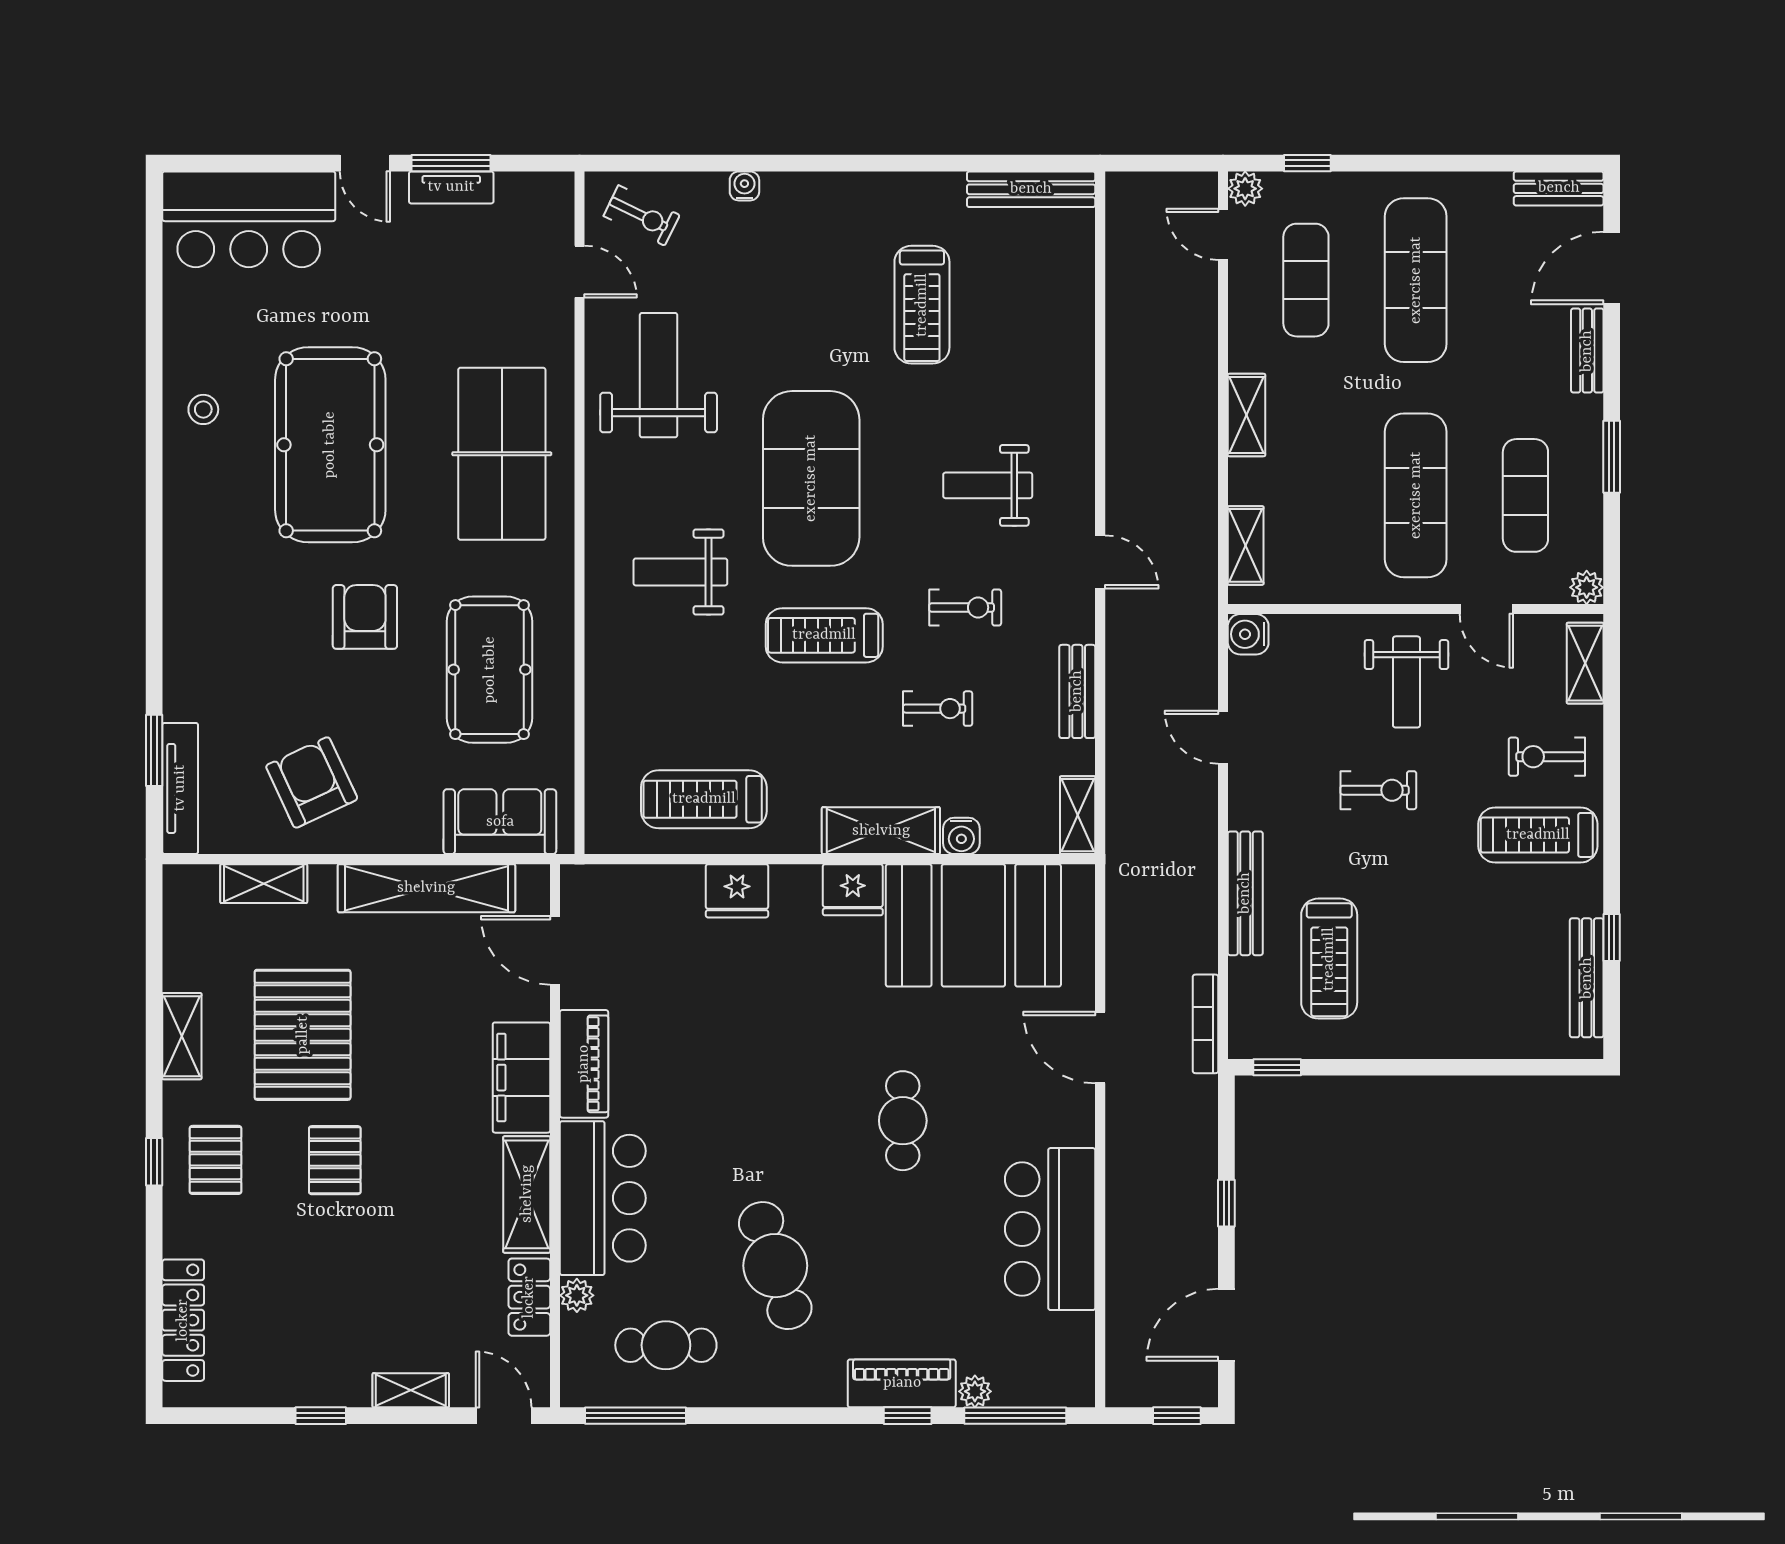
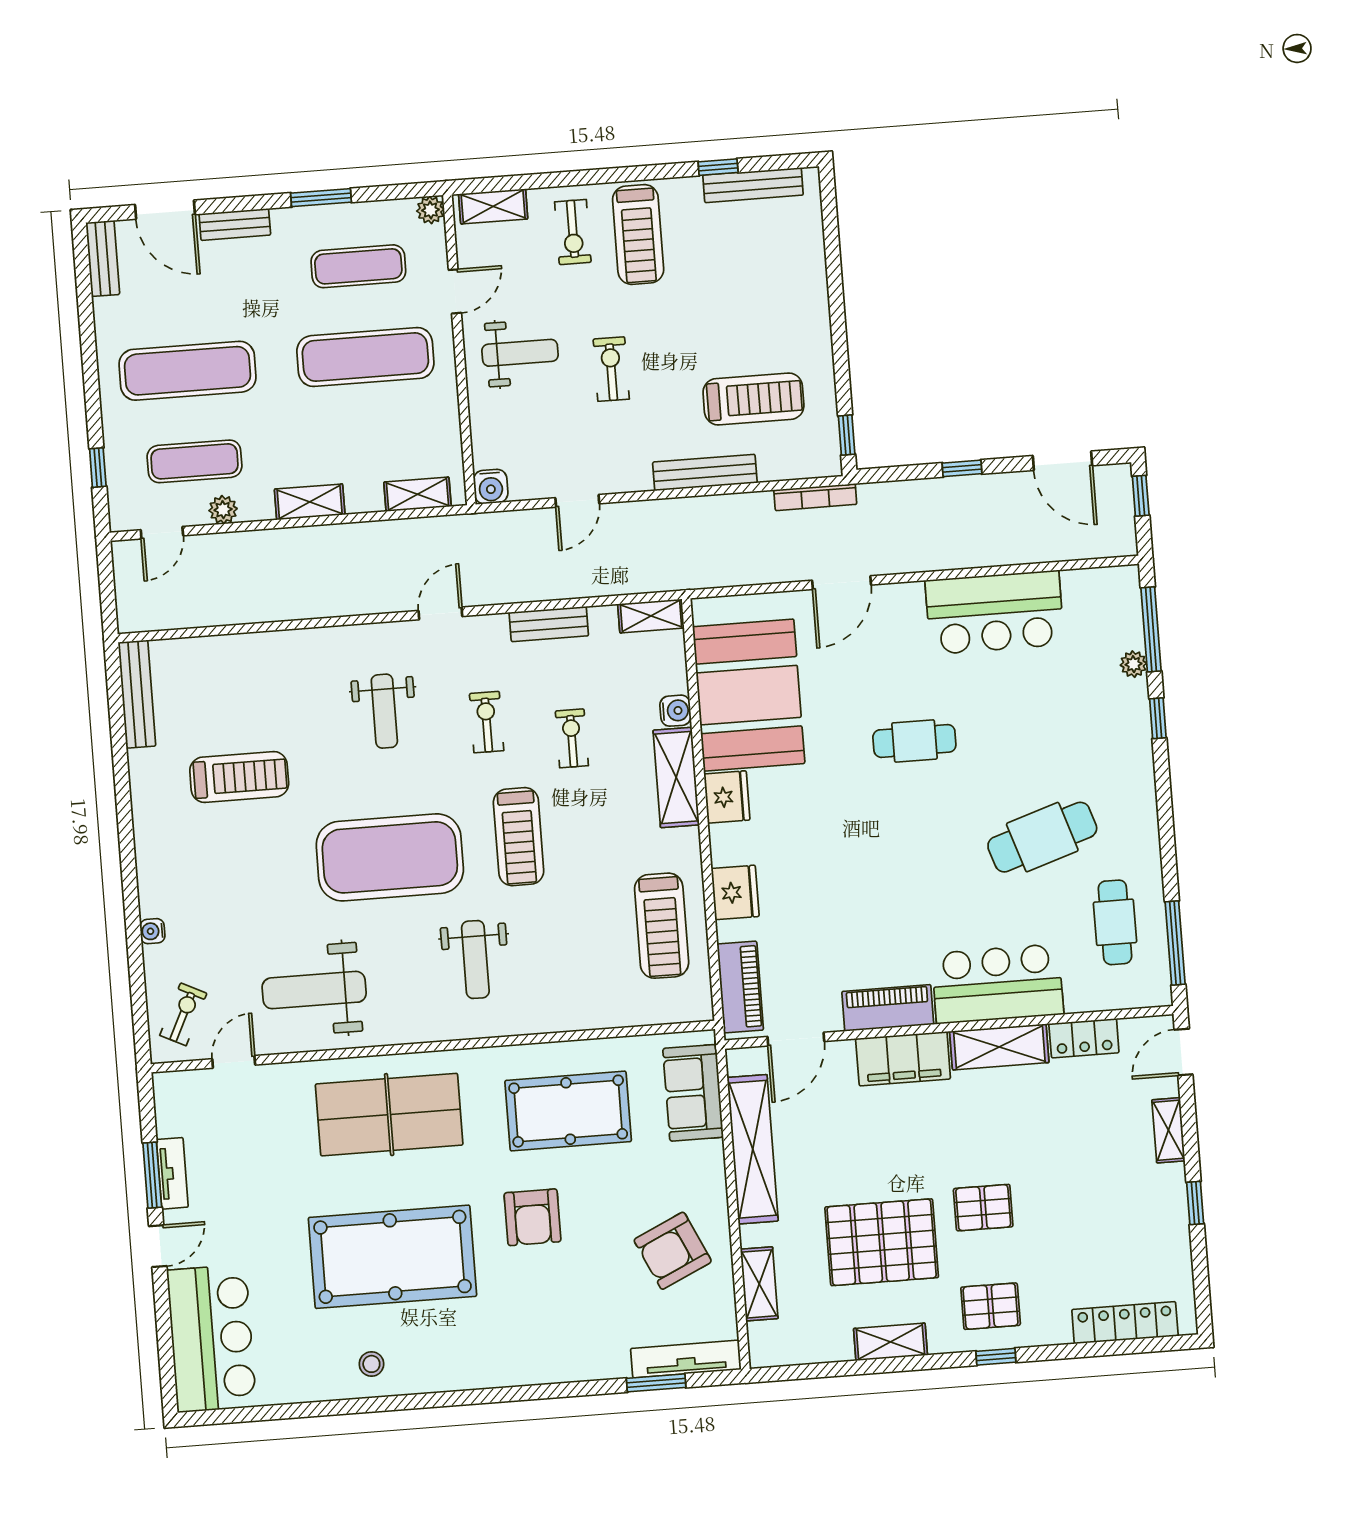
plant: (1245, 189) -> (223, 510), moved
armchair: (365, 617) -> (533, 1217), turned -90
plant: (577, 1295) -> (1079, 999), removed
piano: (902, 1383) -> (740, 987), moved, turned 180

